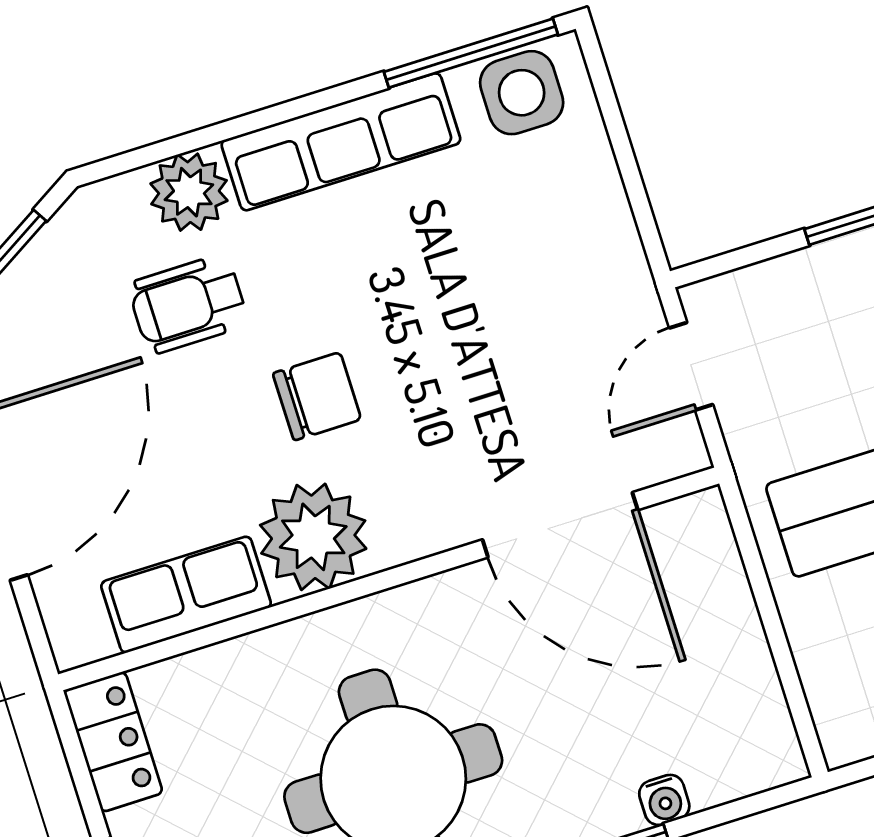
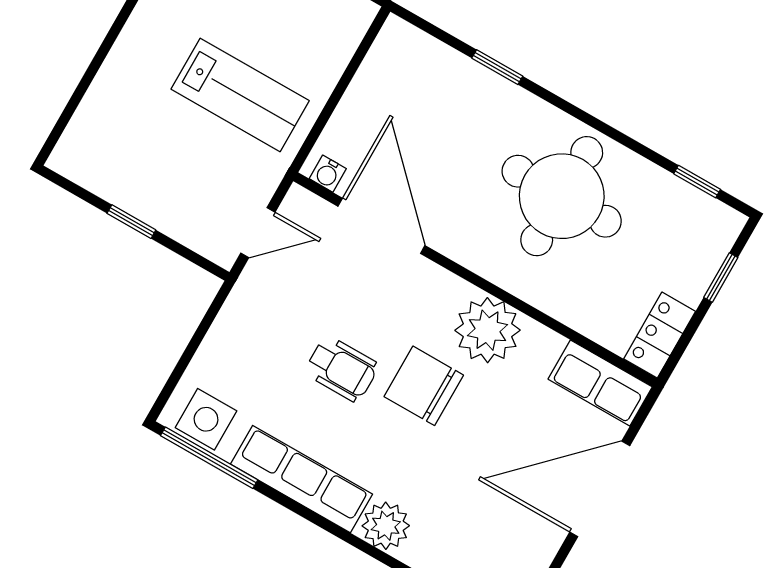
wheelchair: (188, 304) -> (342, 369), moved
chair: (317, 396) -> (424, 386), width x1.37, depth x1.37
row of seats: (186, 595) -> (600, 383), moved
water cooler: (664, 800) -> (328, 174), moved, turned 180

